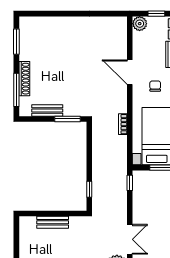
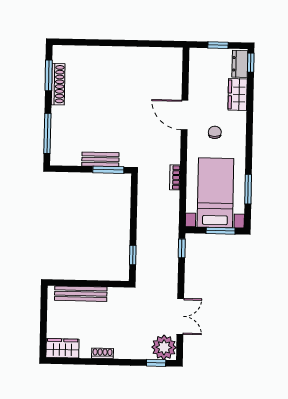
plant: (140, 24) -> (198, 57), removed
shoe rack: (24, 79) -> (58, 84), moved
bench: (47, 110) -> (100, 159), moved
bench: (53, 222) -> (81, 294), width x1.36

